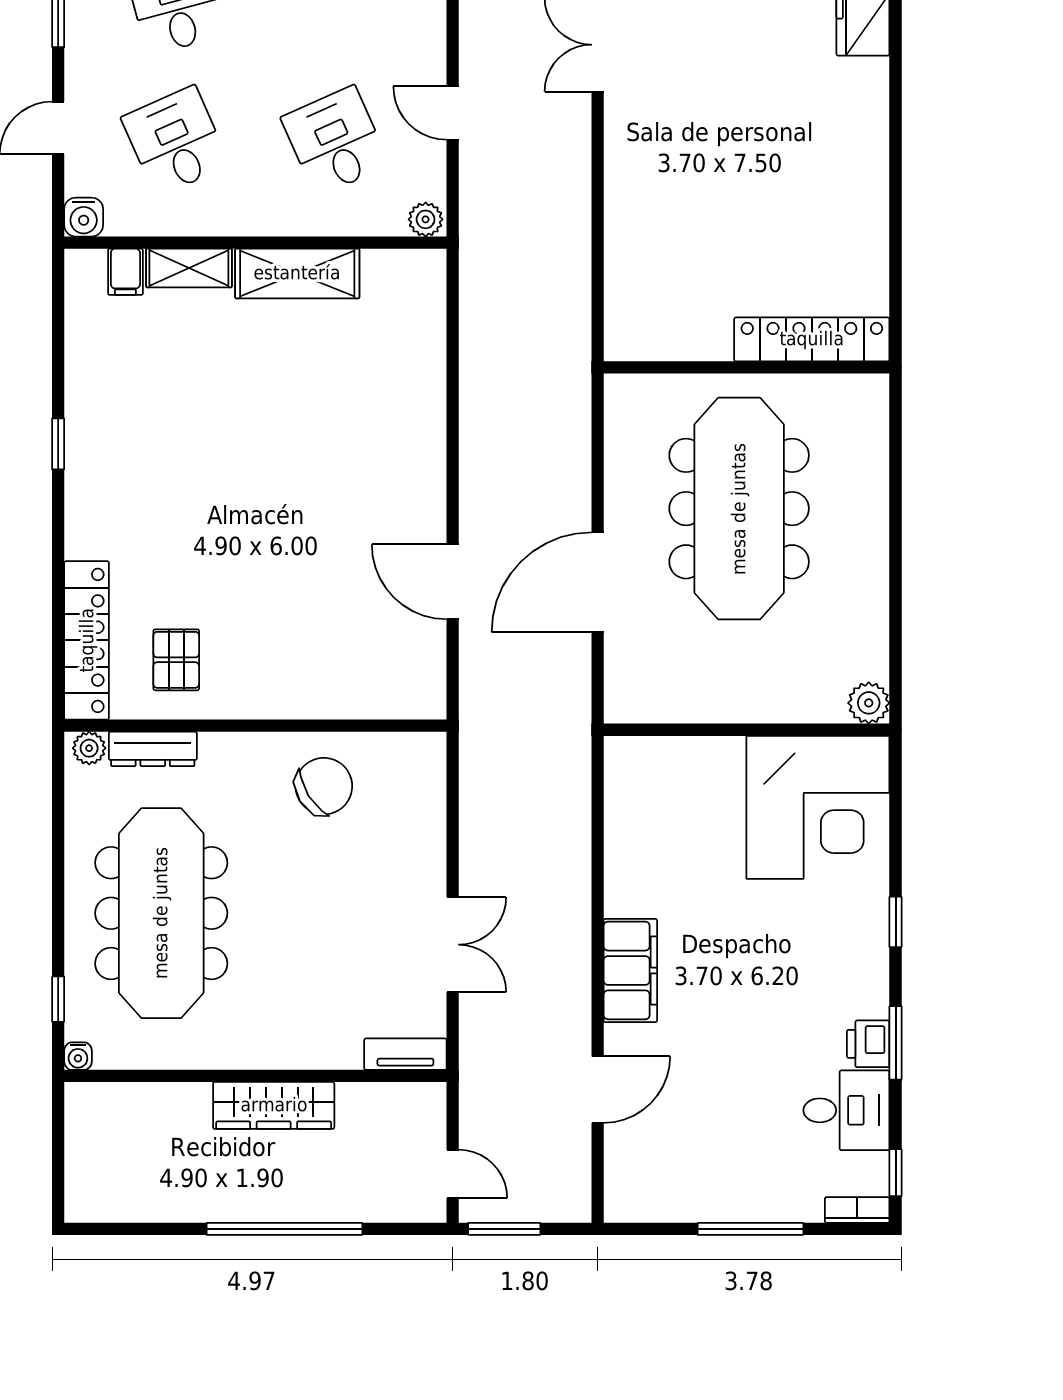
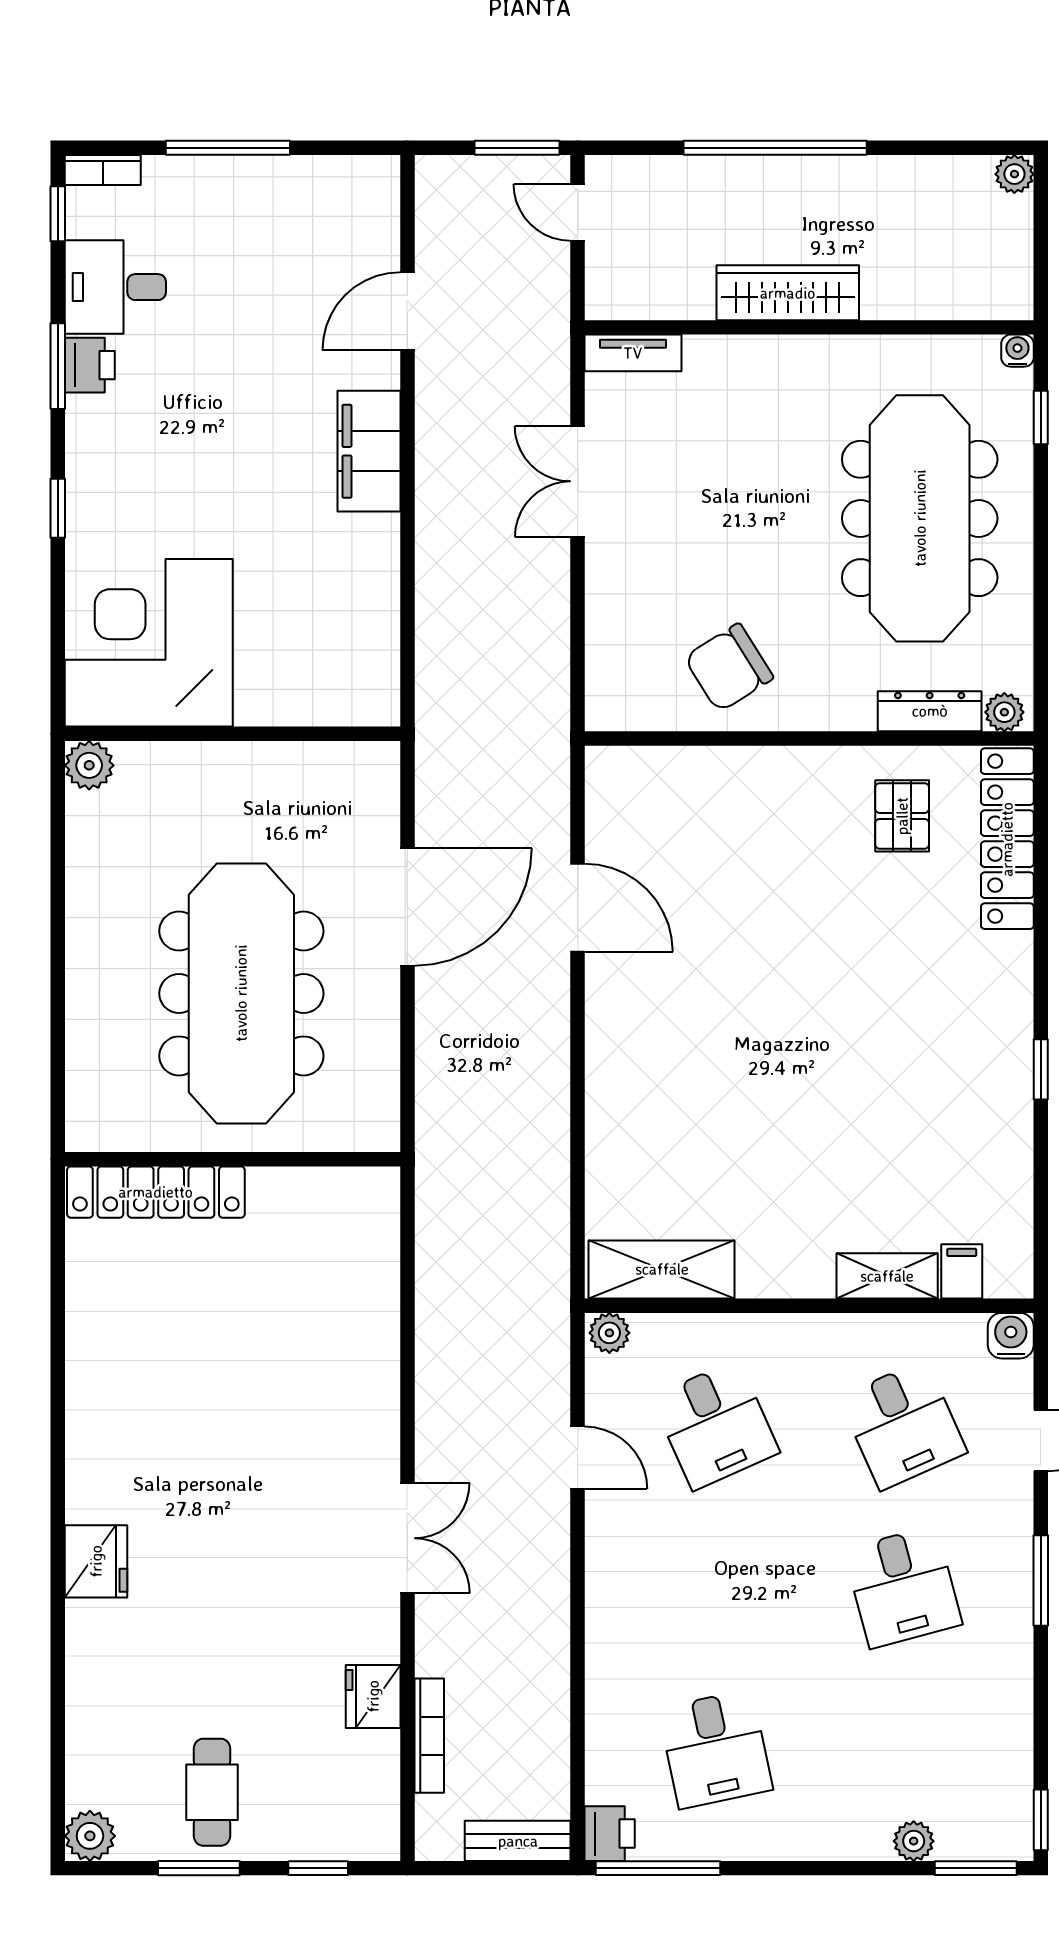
shelving: (297, 273) -> (662, 1269), moved
plant: (81, 1207) -> (1014, 174), added

